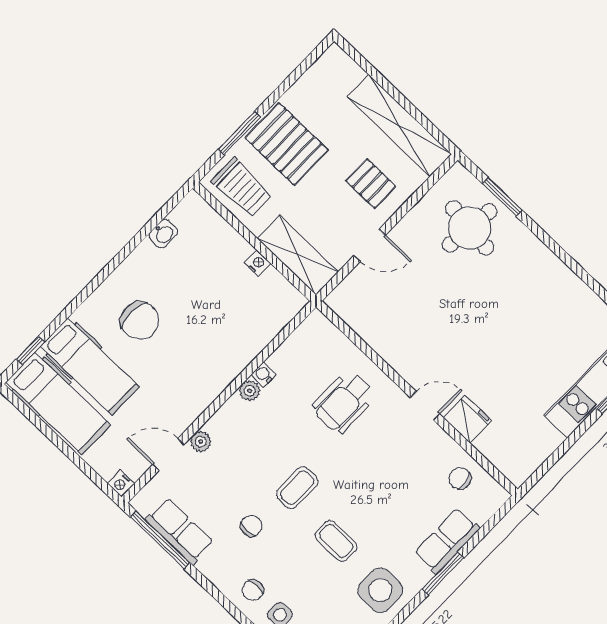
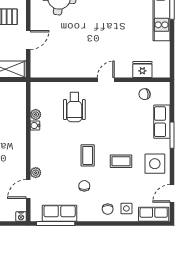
plant: (250, 391) -> (36, 115), moved
fridge: (467, 419) -> (142, 69), moved

